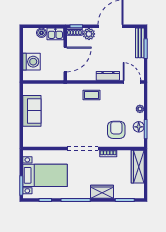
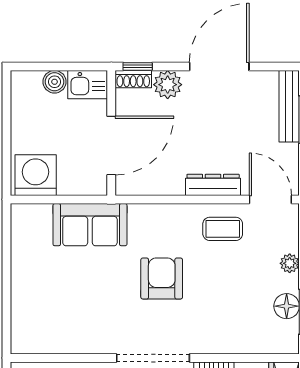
washing machine: (32, 62) -> (36, 175), moved, turned -90
coffee table: (92, 95) -> (223, 229), moved
sofa: (32, 111) -> (90, 225), moved, turned 90
armchair: (116, 130) -> (162, 279), moved

